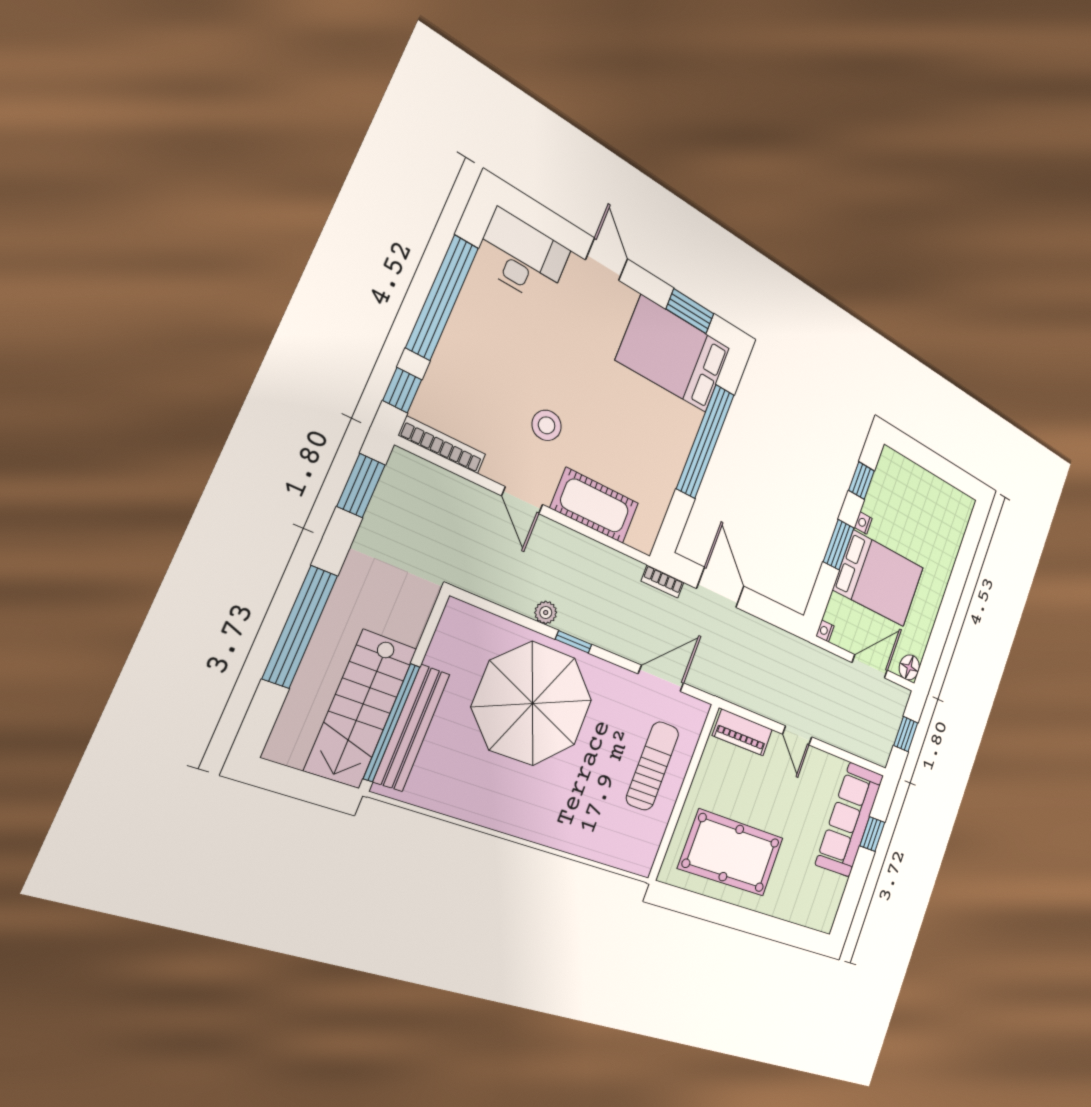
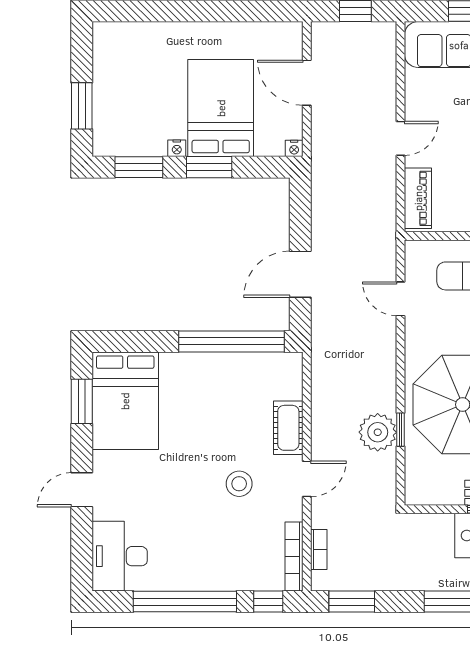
window: (705, 441) -> (232, 341), moved
window: (923, 456) -> (82, 106), added
window: (861, 481) -> (139, 167), width x1.50
cot: (595, 506) -> (288, 428), width x0.73, depth x0.75
bookcase: (663, 582) -> (319, 549), moved
plant: (546, 613) -> (378, 432), width x1.87, depth x1.87
window: (574, 642) -> (400, 430), moved
floor lamp: (909, 667) -> (290, 35), removed
door: (661, 678) -> (400, 299), width x0.73

